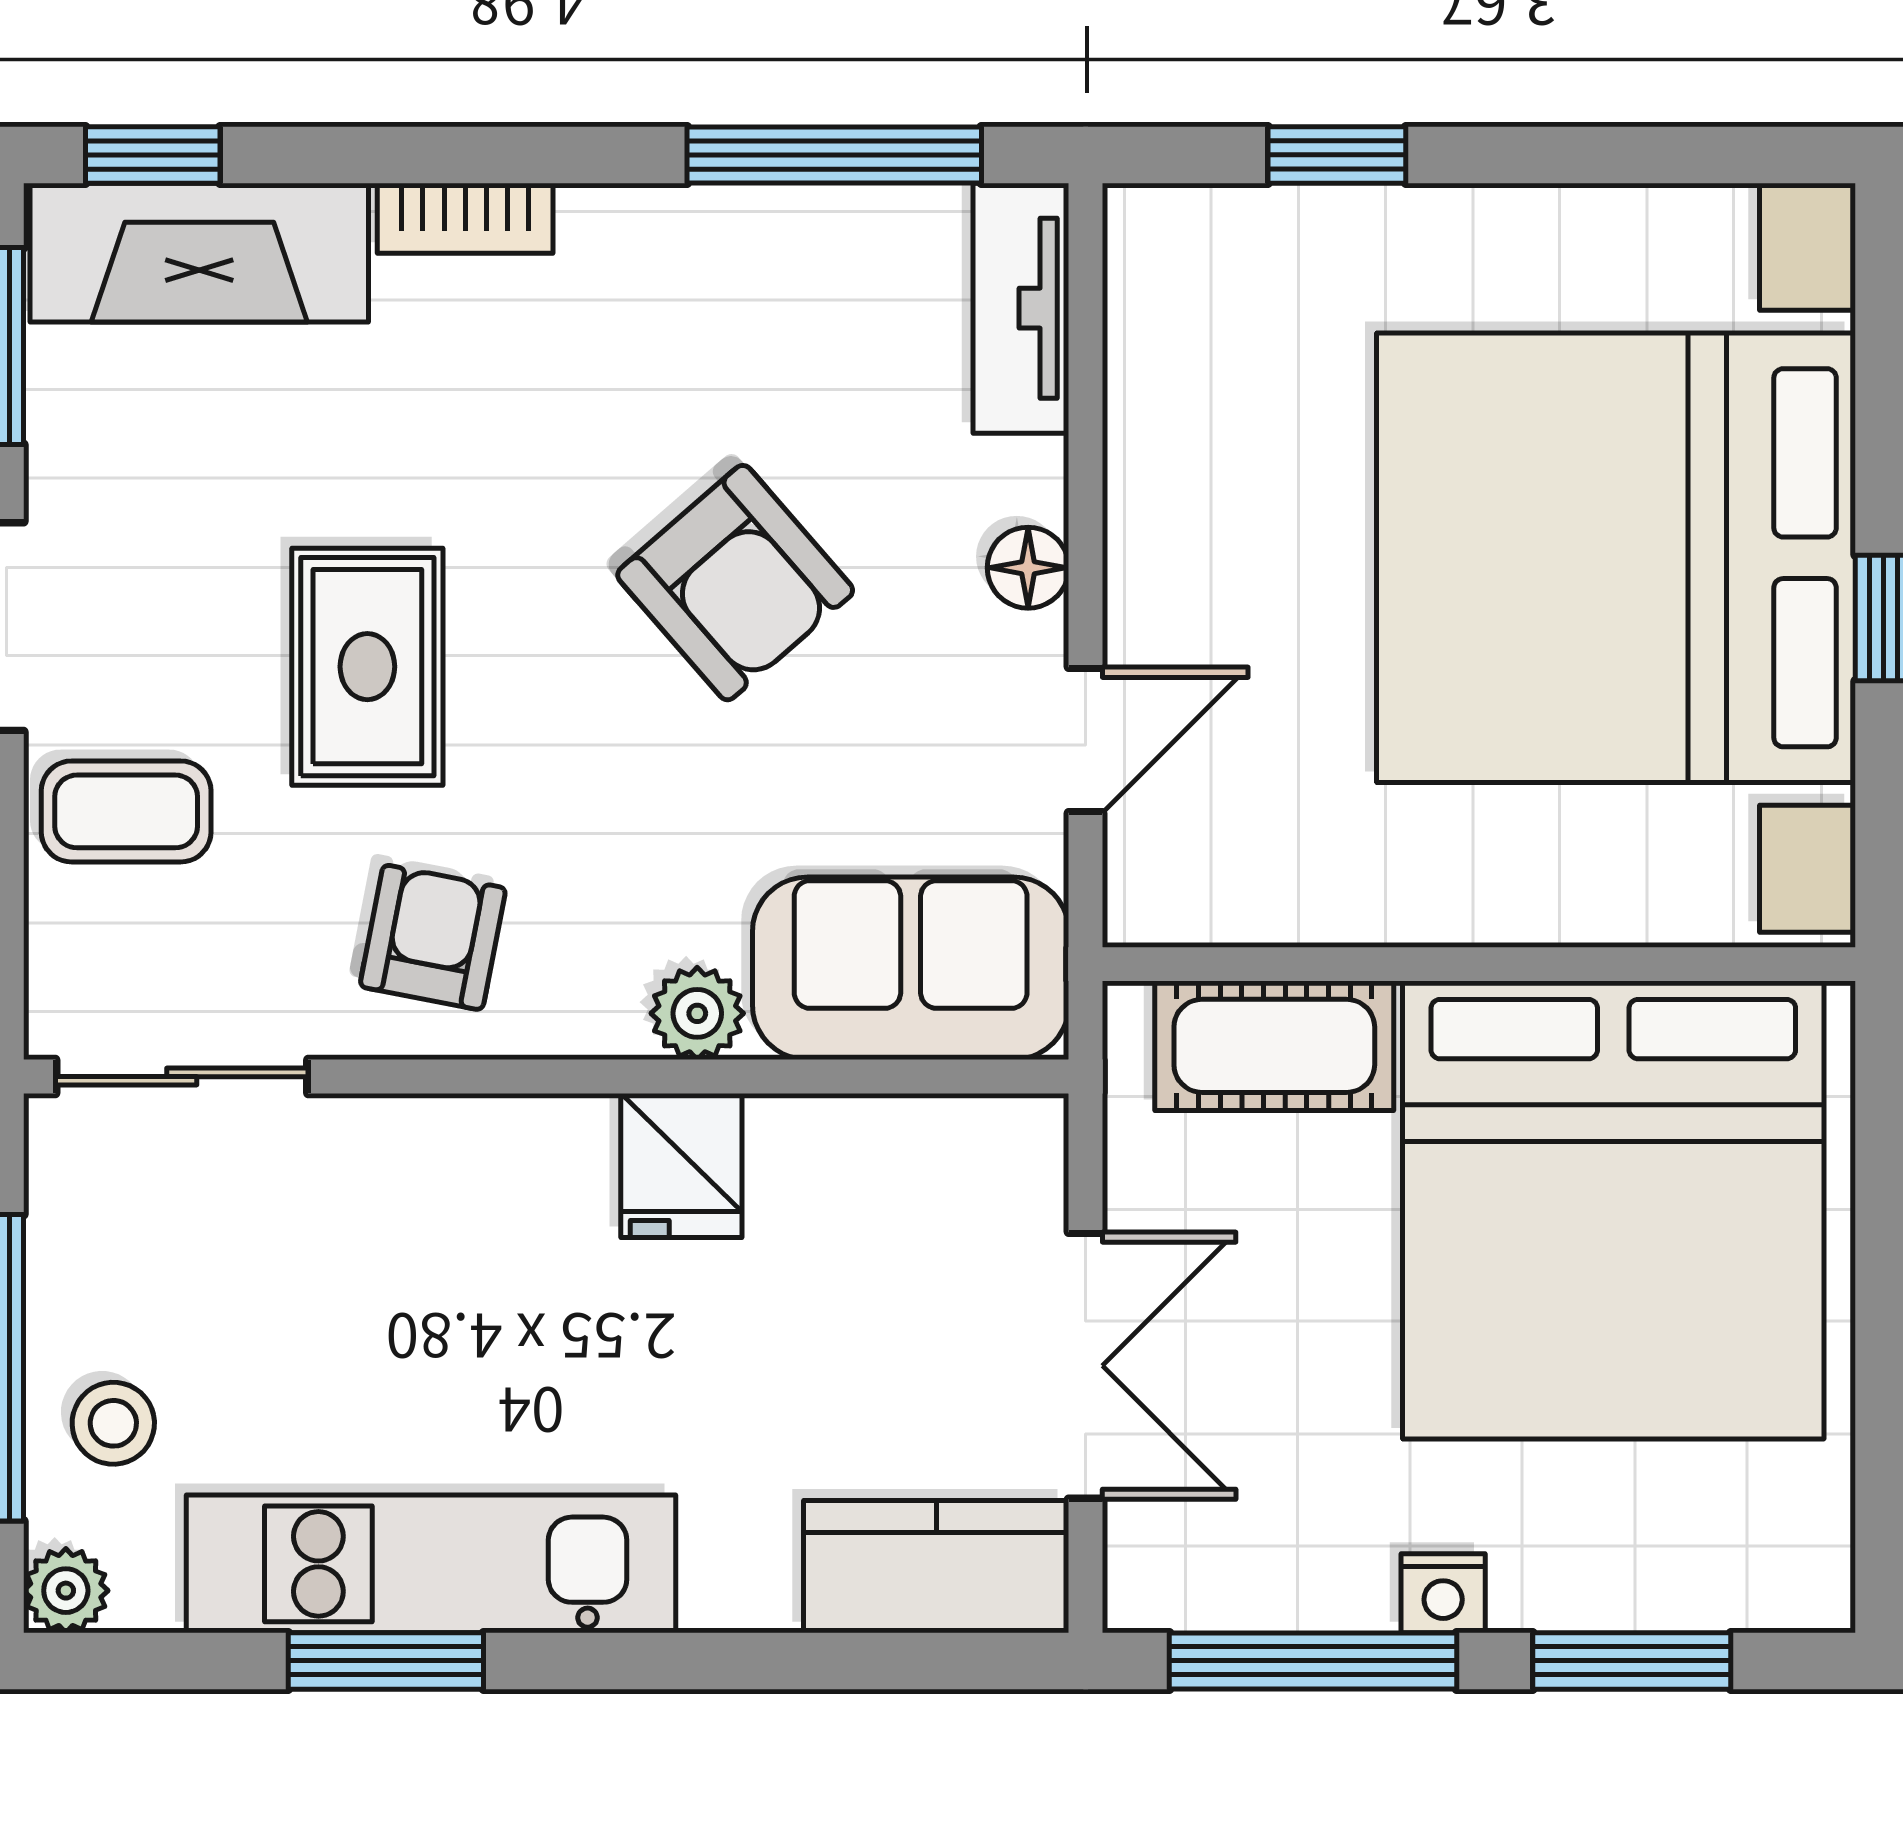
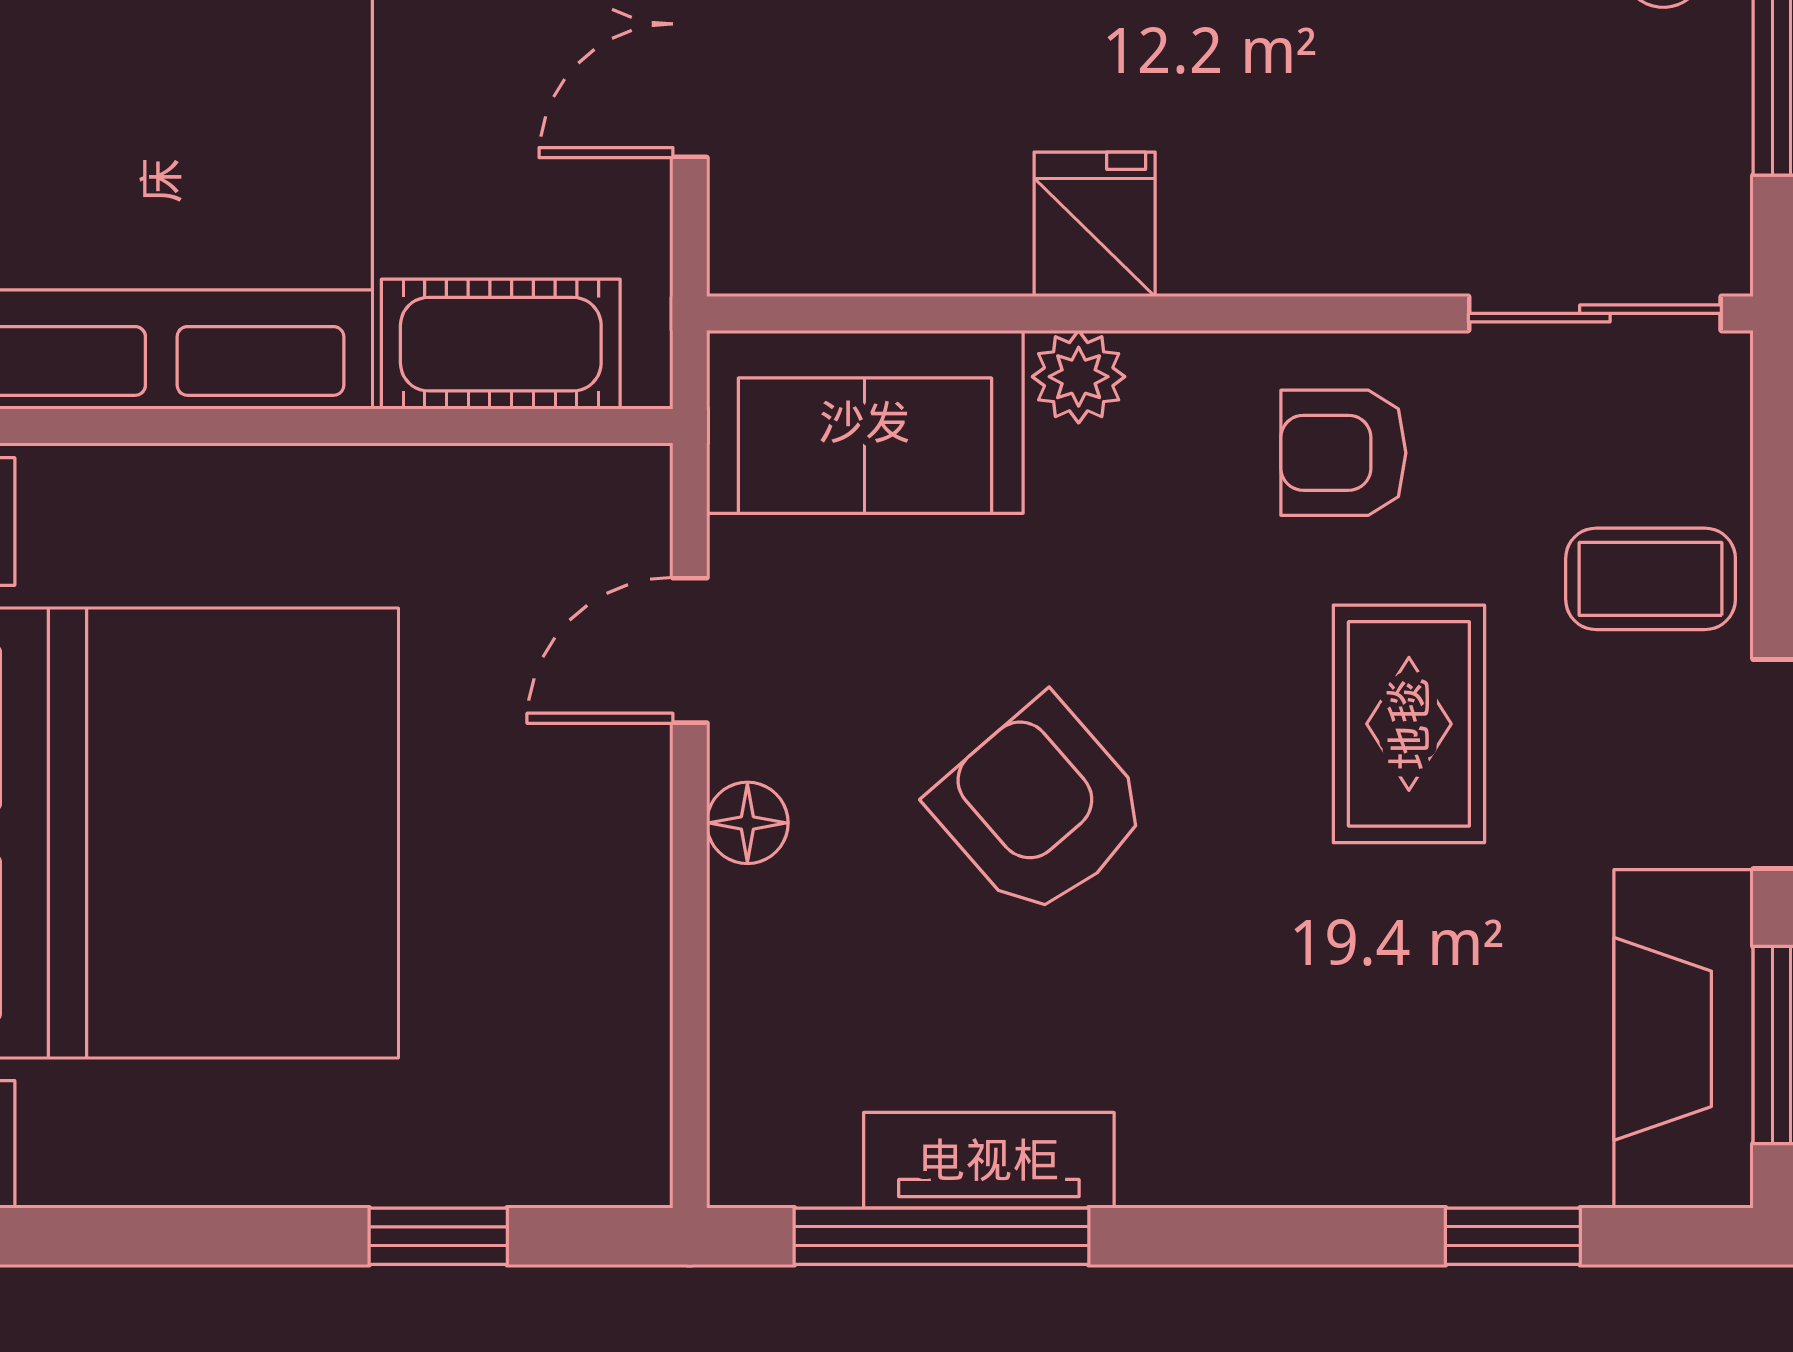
window: (153, 155) -> (1513, 1236), moved
bookcase: (465, 218) -> (1311, 1173), removed
fireplace: (199, 253) -> (1684, 1039), moved, turned -90
tv unit: (1021, 308) -> (989, 1160), moved, turned -90
armchair: (433, 937) -> (1343, 453), turned 79

